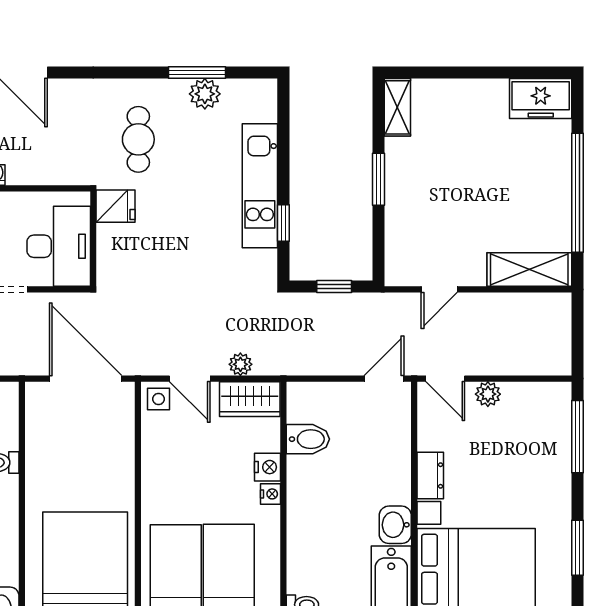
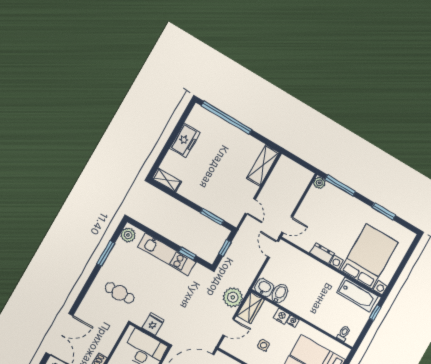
plant: (205, 94) -> (128, 235), moved
freezer: (541, 99) -> (185, 140), moved
window: (378, 179) -> (212, 217), moved
window: (578, 193) -> (227, 118), moved
fridge: (115, 206) -> (153, 324), moved
plant: (240, 364) -> (233, 297), width x1.87, depth x1.87
plant: (488, 394) -> (319, 183), moved
side table: (158, 399) -> (264, 345), moved
washbasin: (395, 525) -> (264, 288), moved, turned 180

